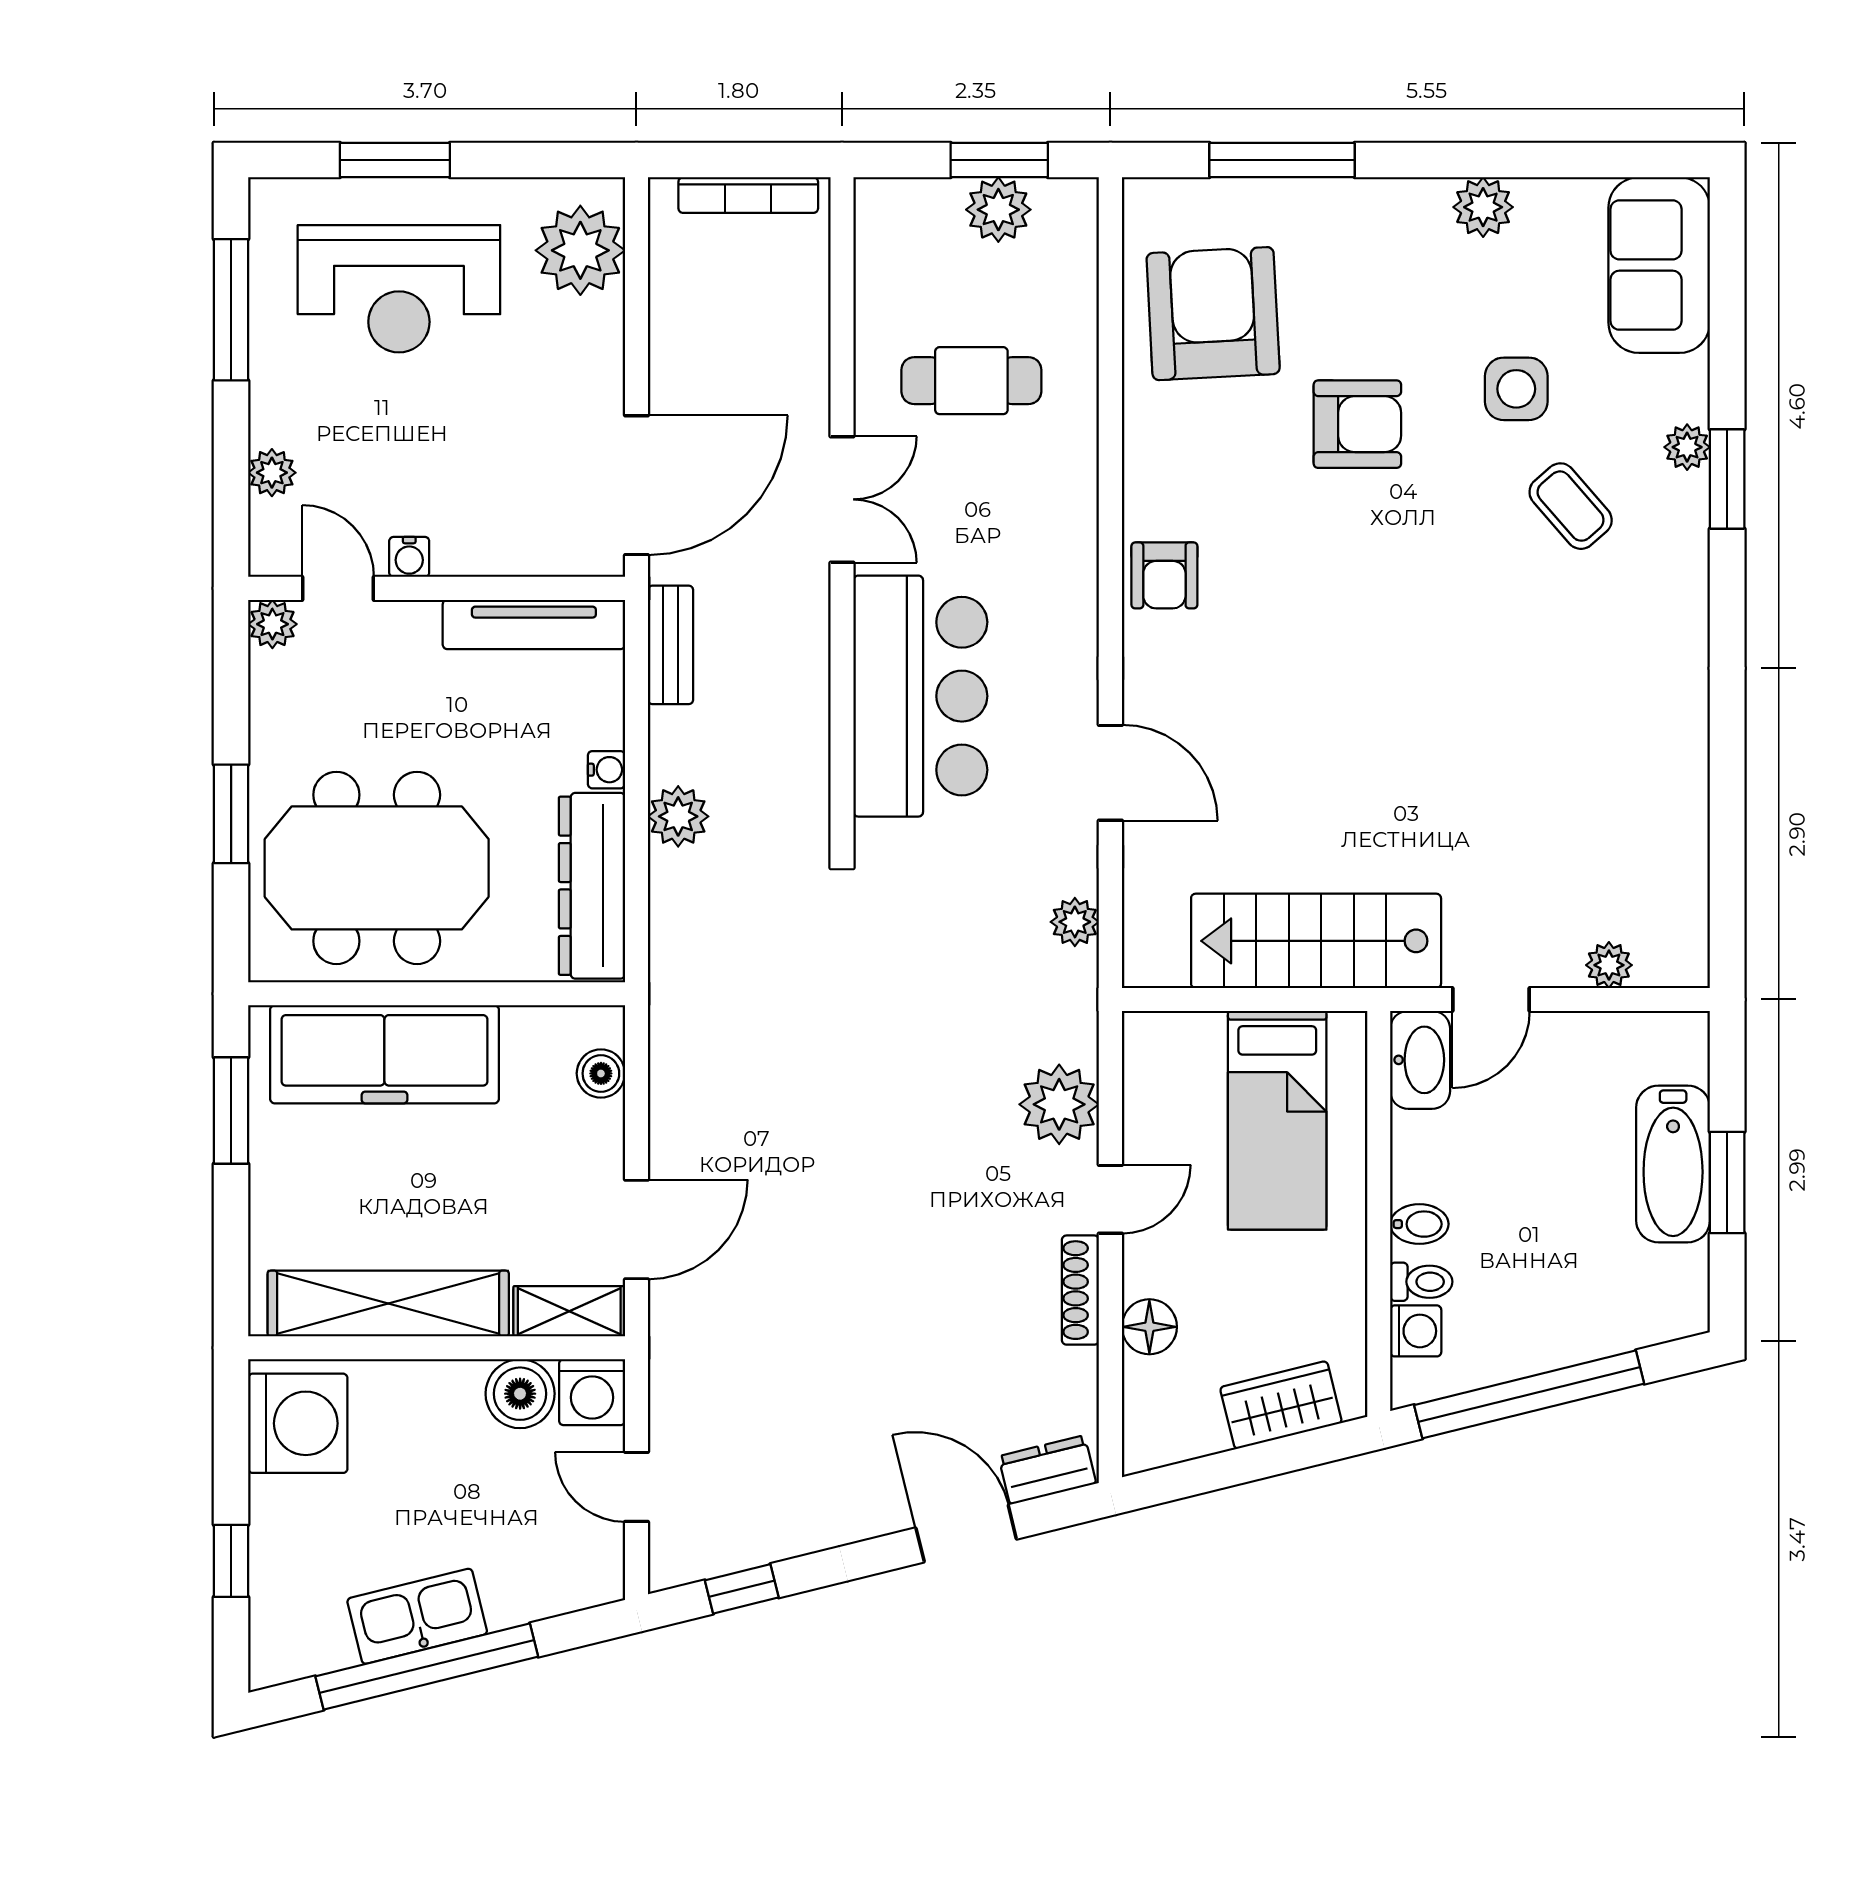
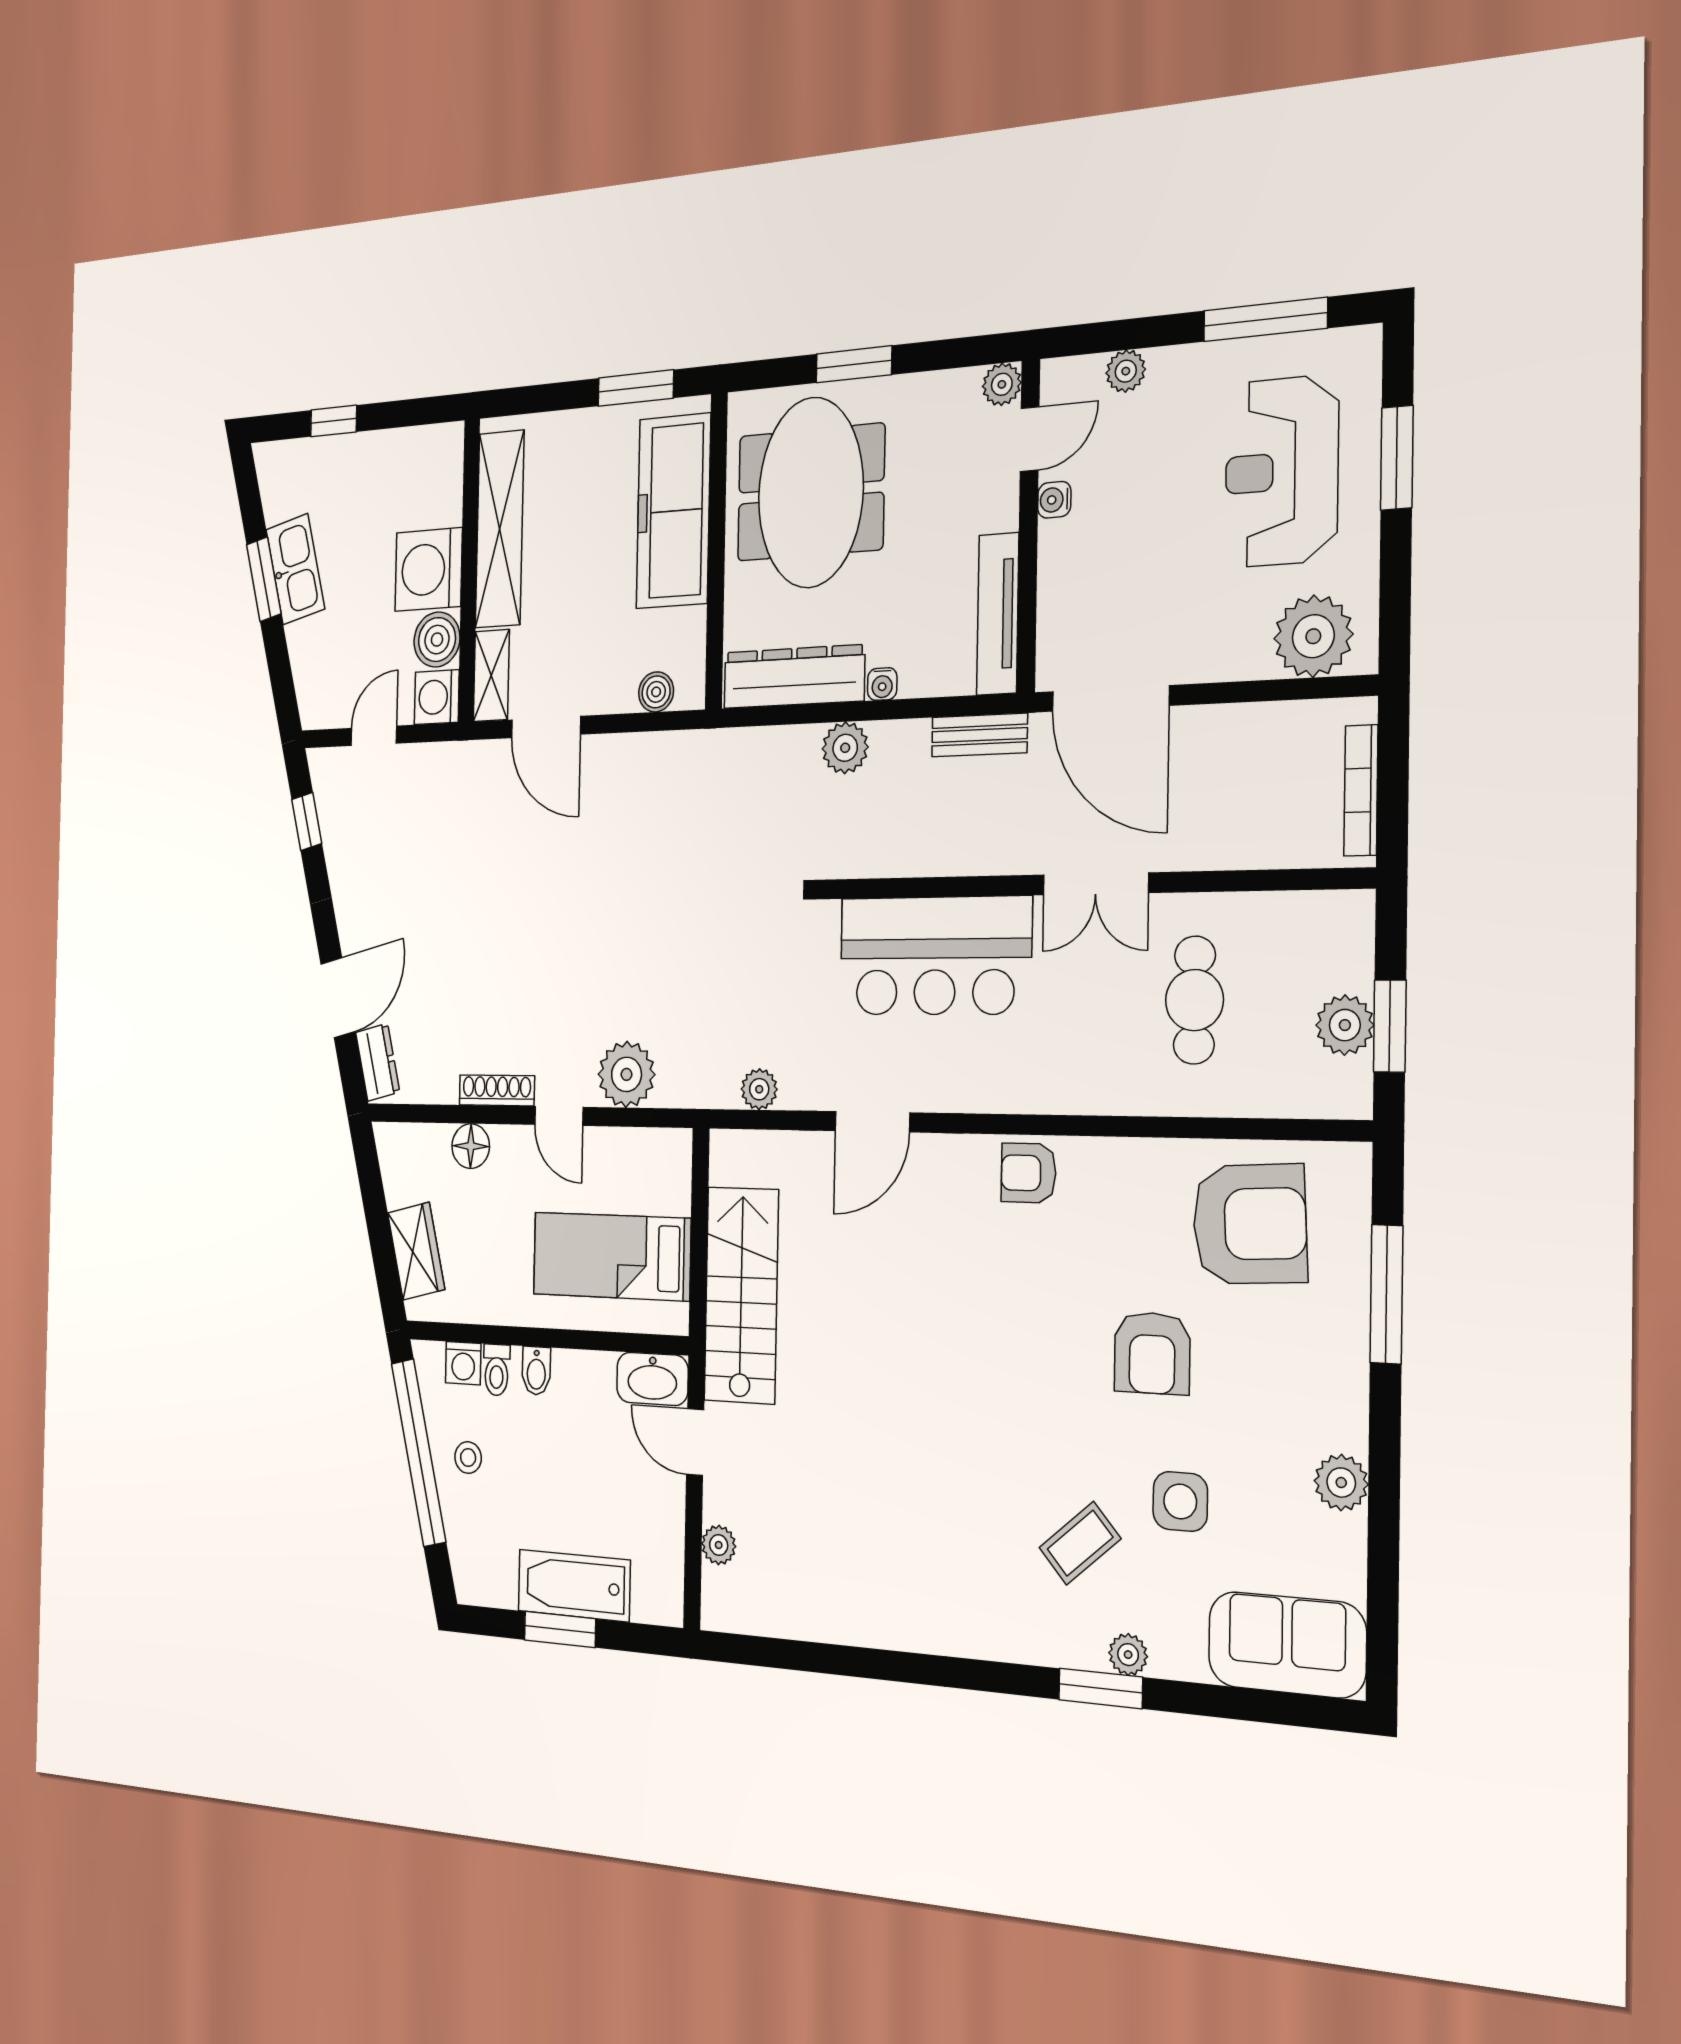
stool: (1530, 1321) -> (468, 1458), added
washing machine: (298, 1423) -> (428, 570), moved, turned 90
window: (427, 1667) -> (264, 579), width x0.47

